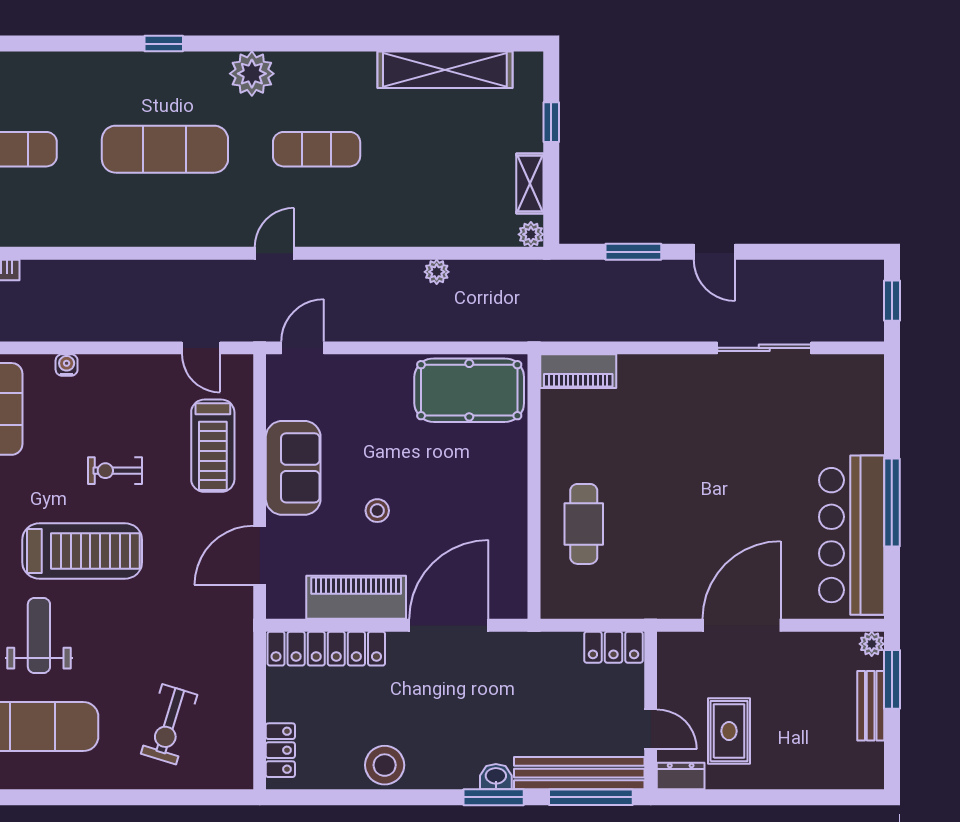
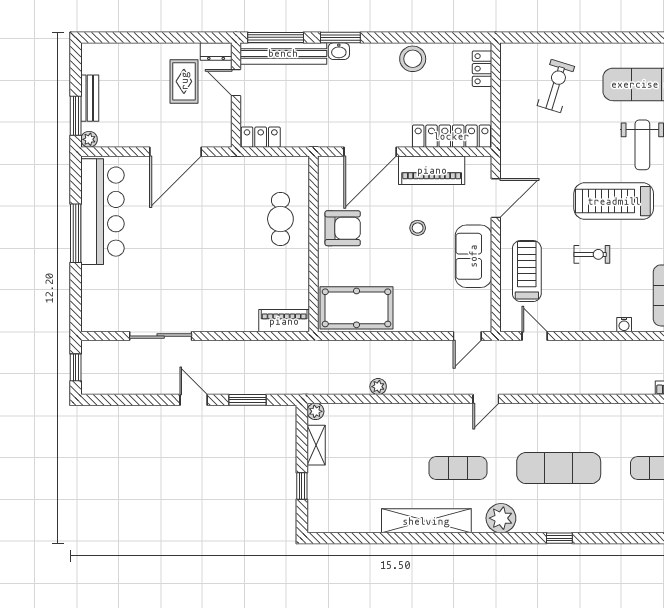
shelving: (445, 70) -> (426, 521), moved
armchair: (490, 510) -> (343, 228), added

